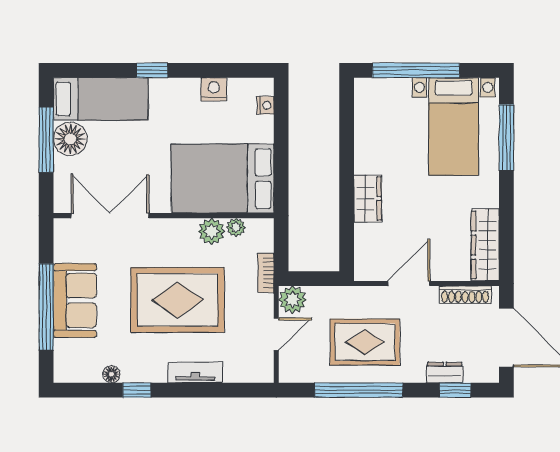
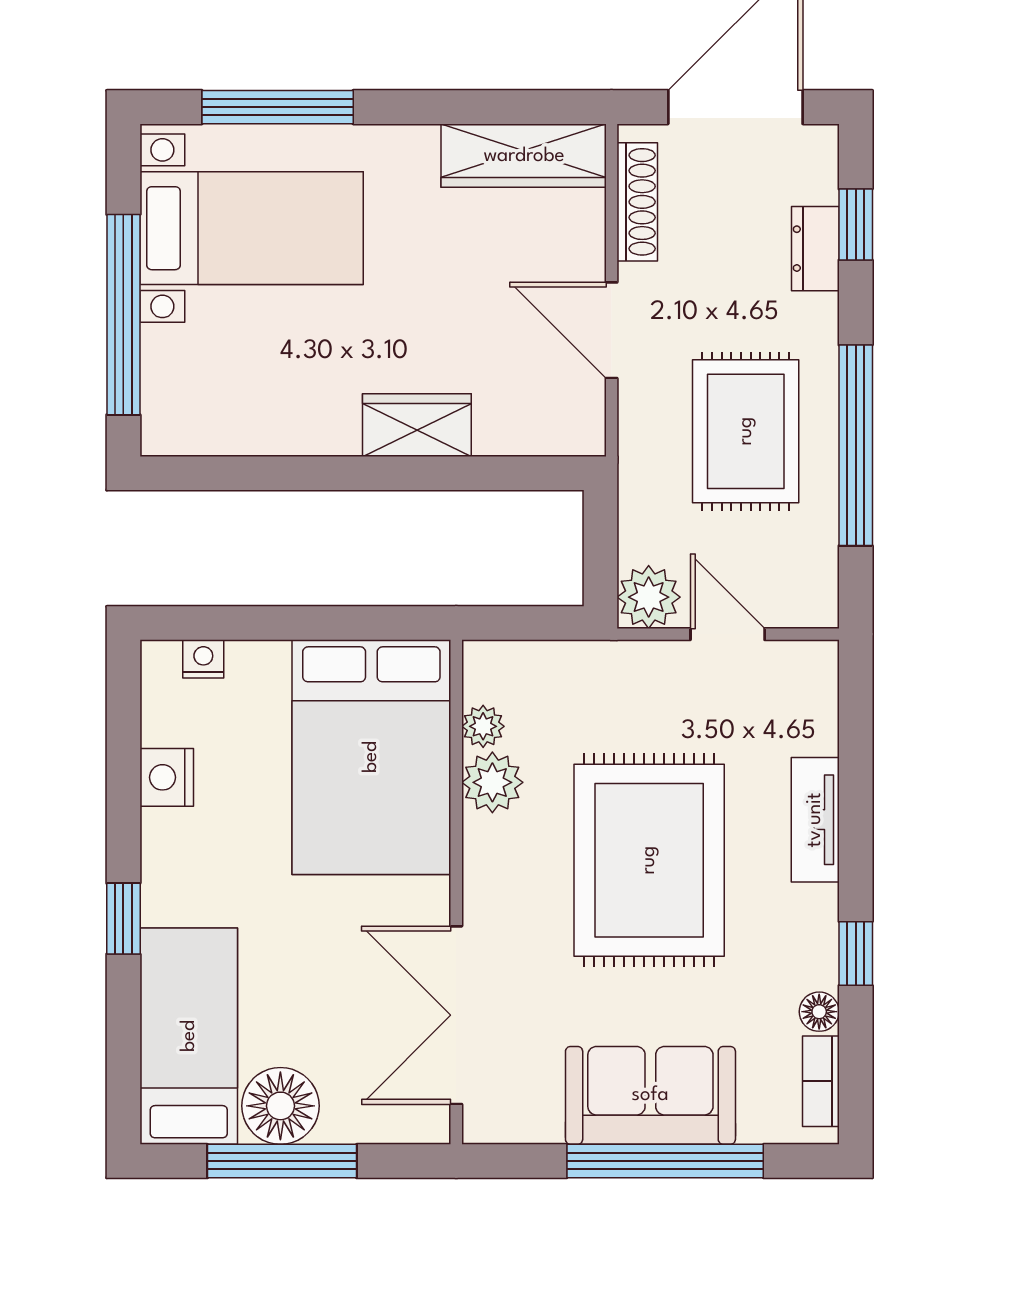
bookcase: (266, 273) -> (821, 1081), moved, turned 90

